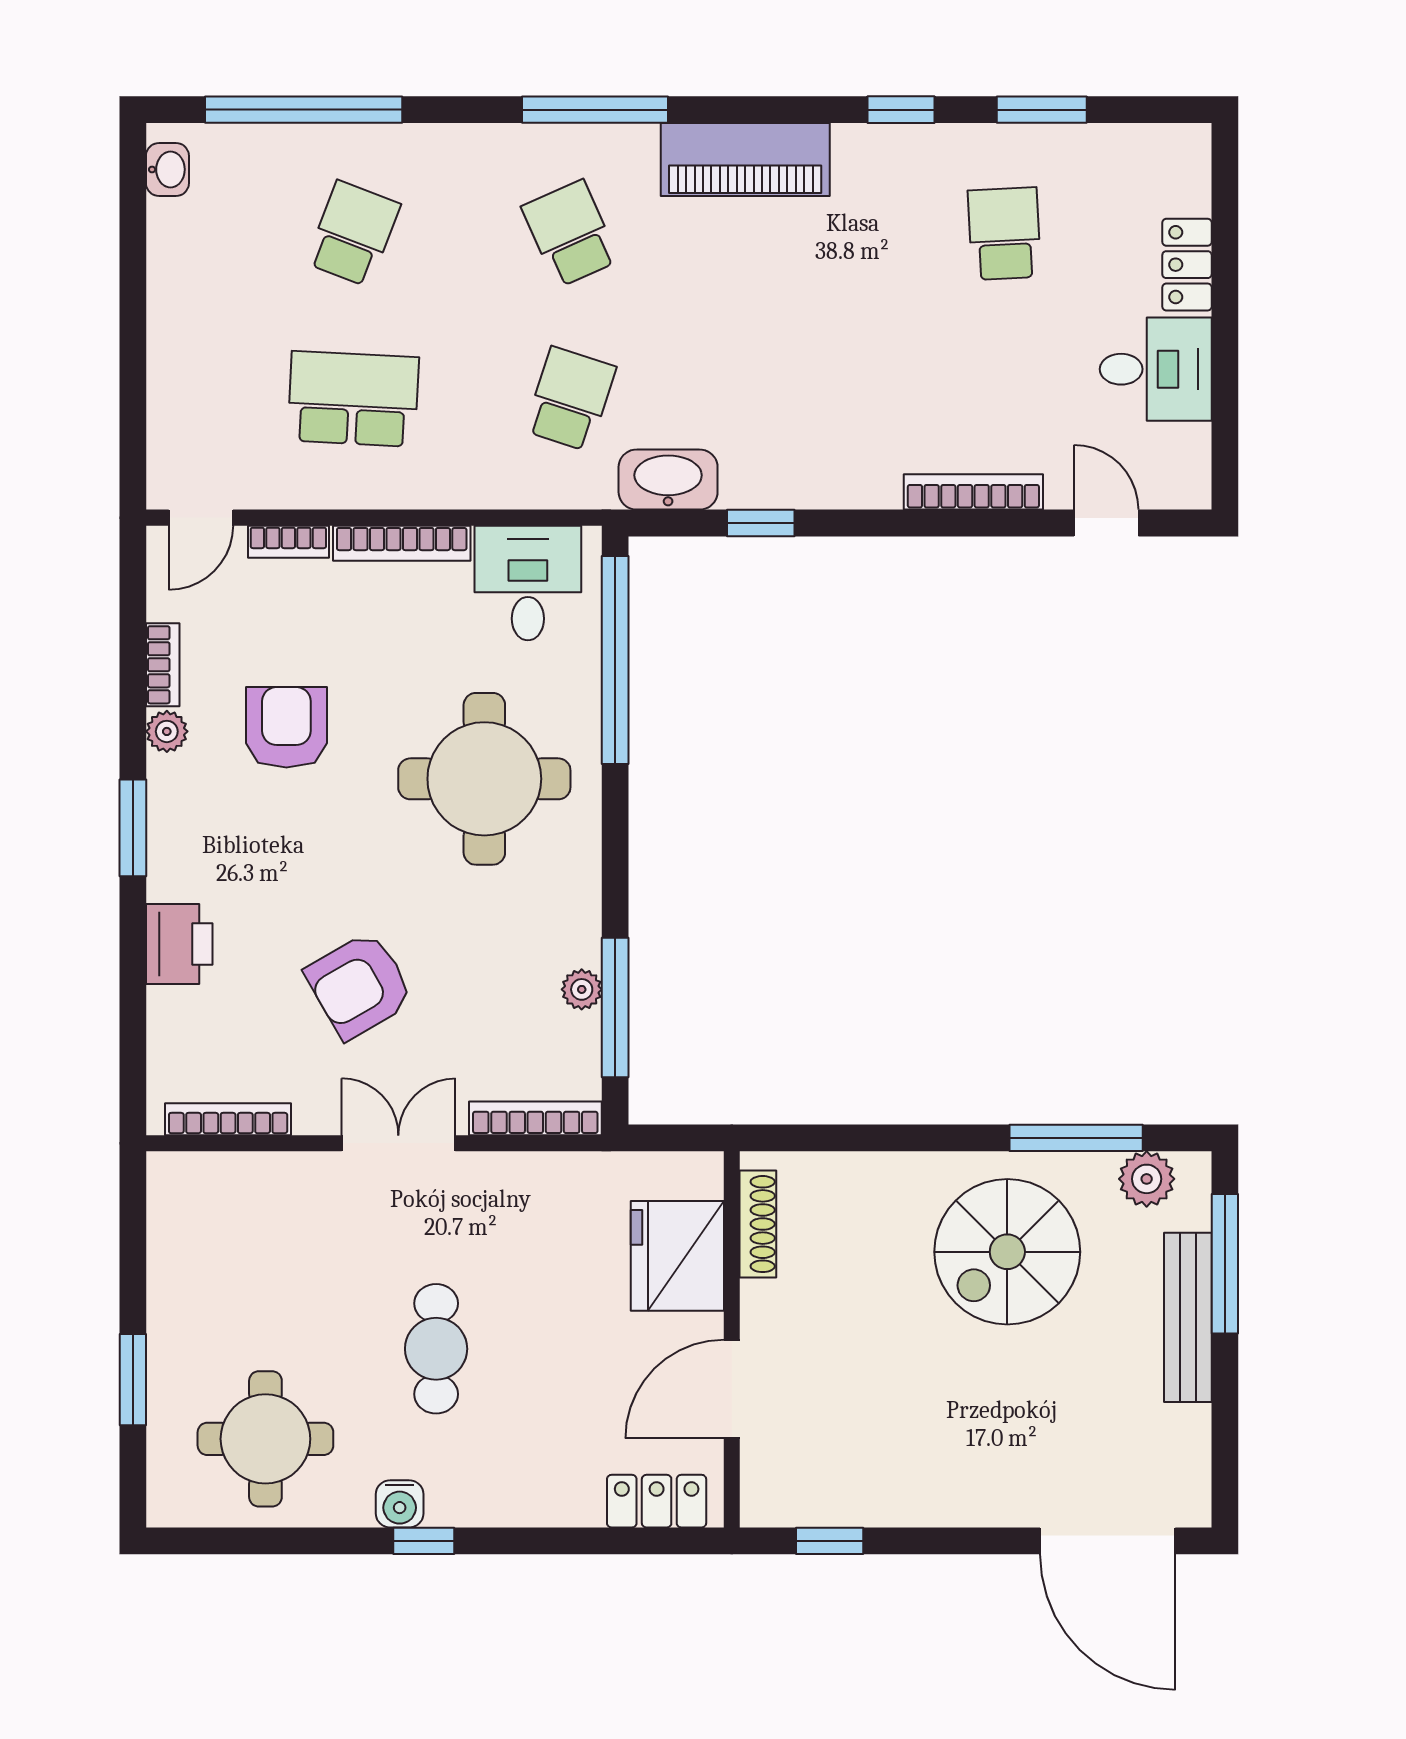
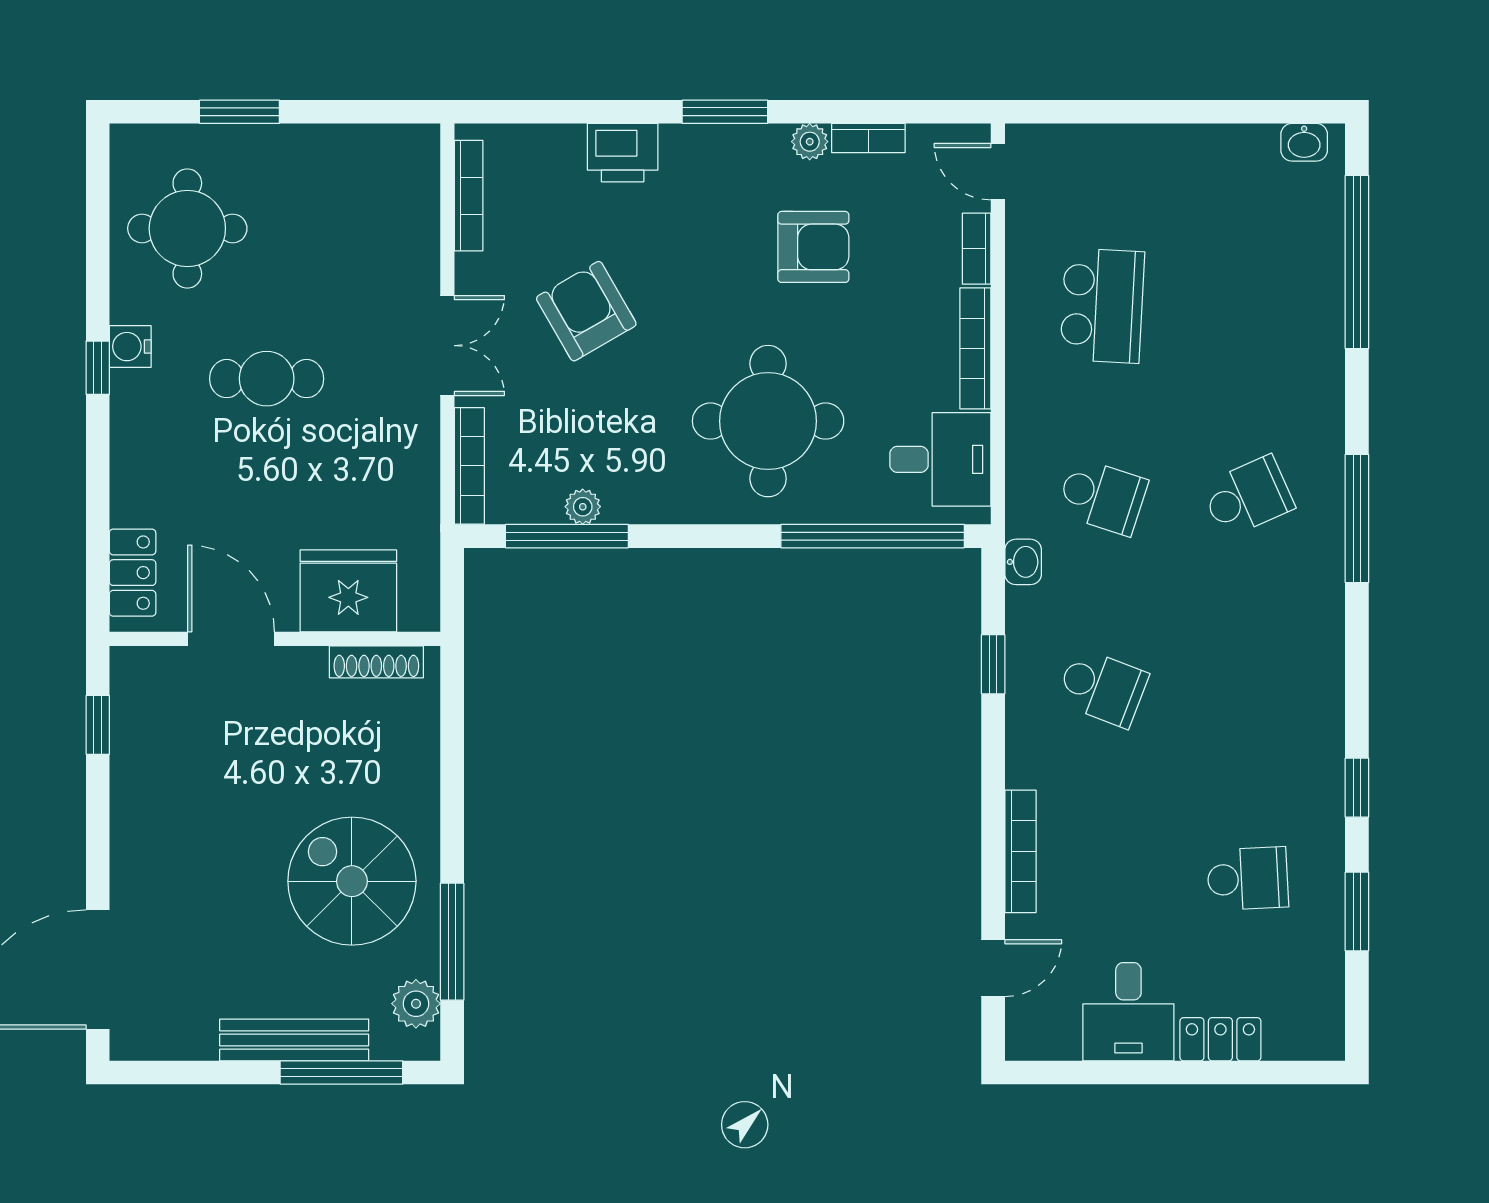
piano: (745, 159) -> (1313, 651), removed
school desk: (353, 234) -> (1102, 688), moved
washbasin: (668, 480) -> (1023, 562), width x0.52, depth x0.69

